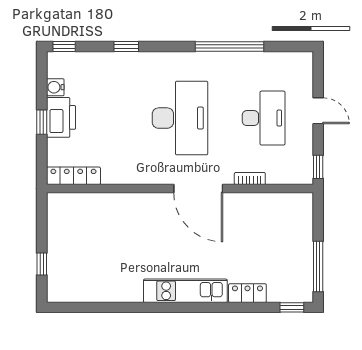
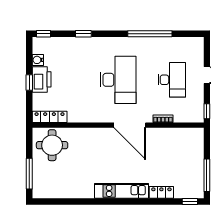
round table: (77, 220) -> (52, 145), added
window: (42, 264) -> (29, 174), width x2.17

